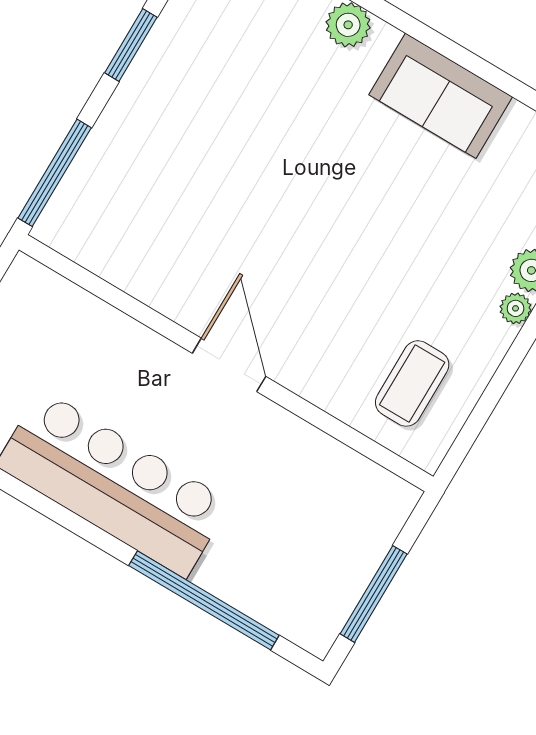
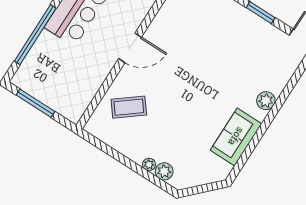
coffee table: (412, 383) -> (129, 107), moved, turned -38

